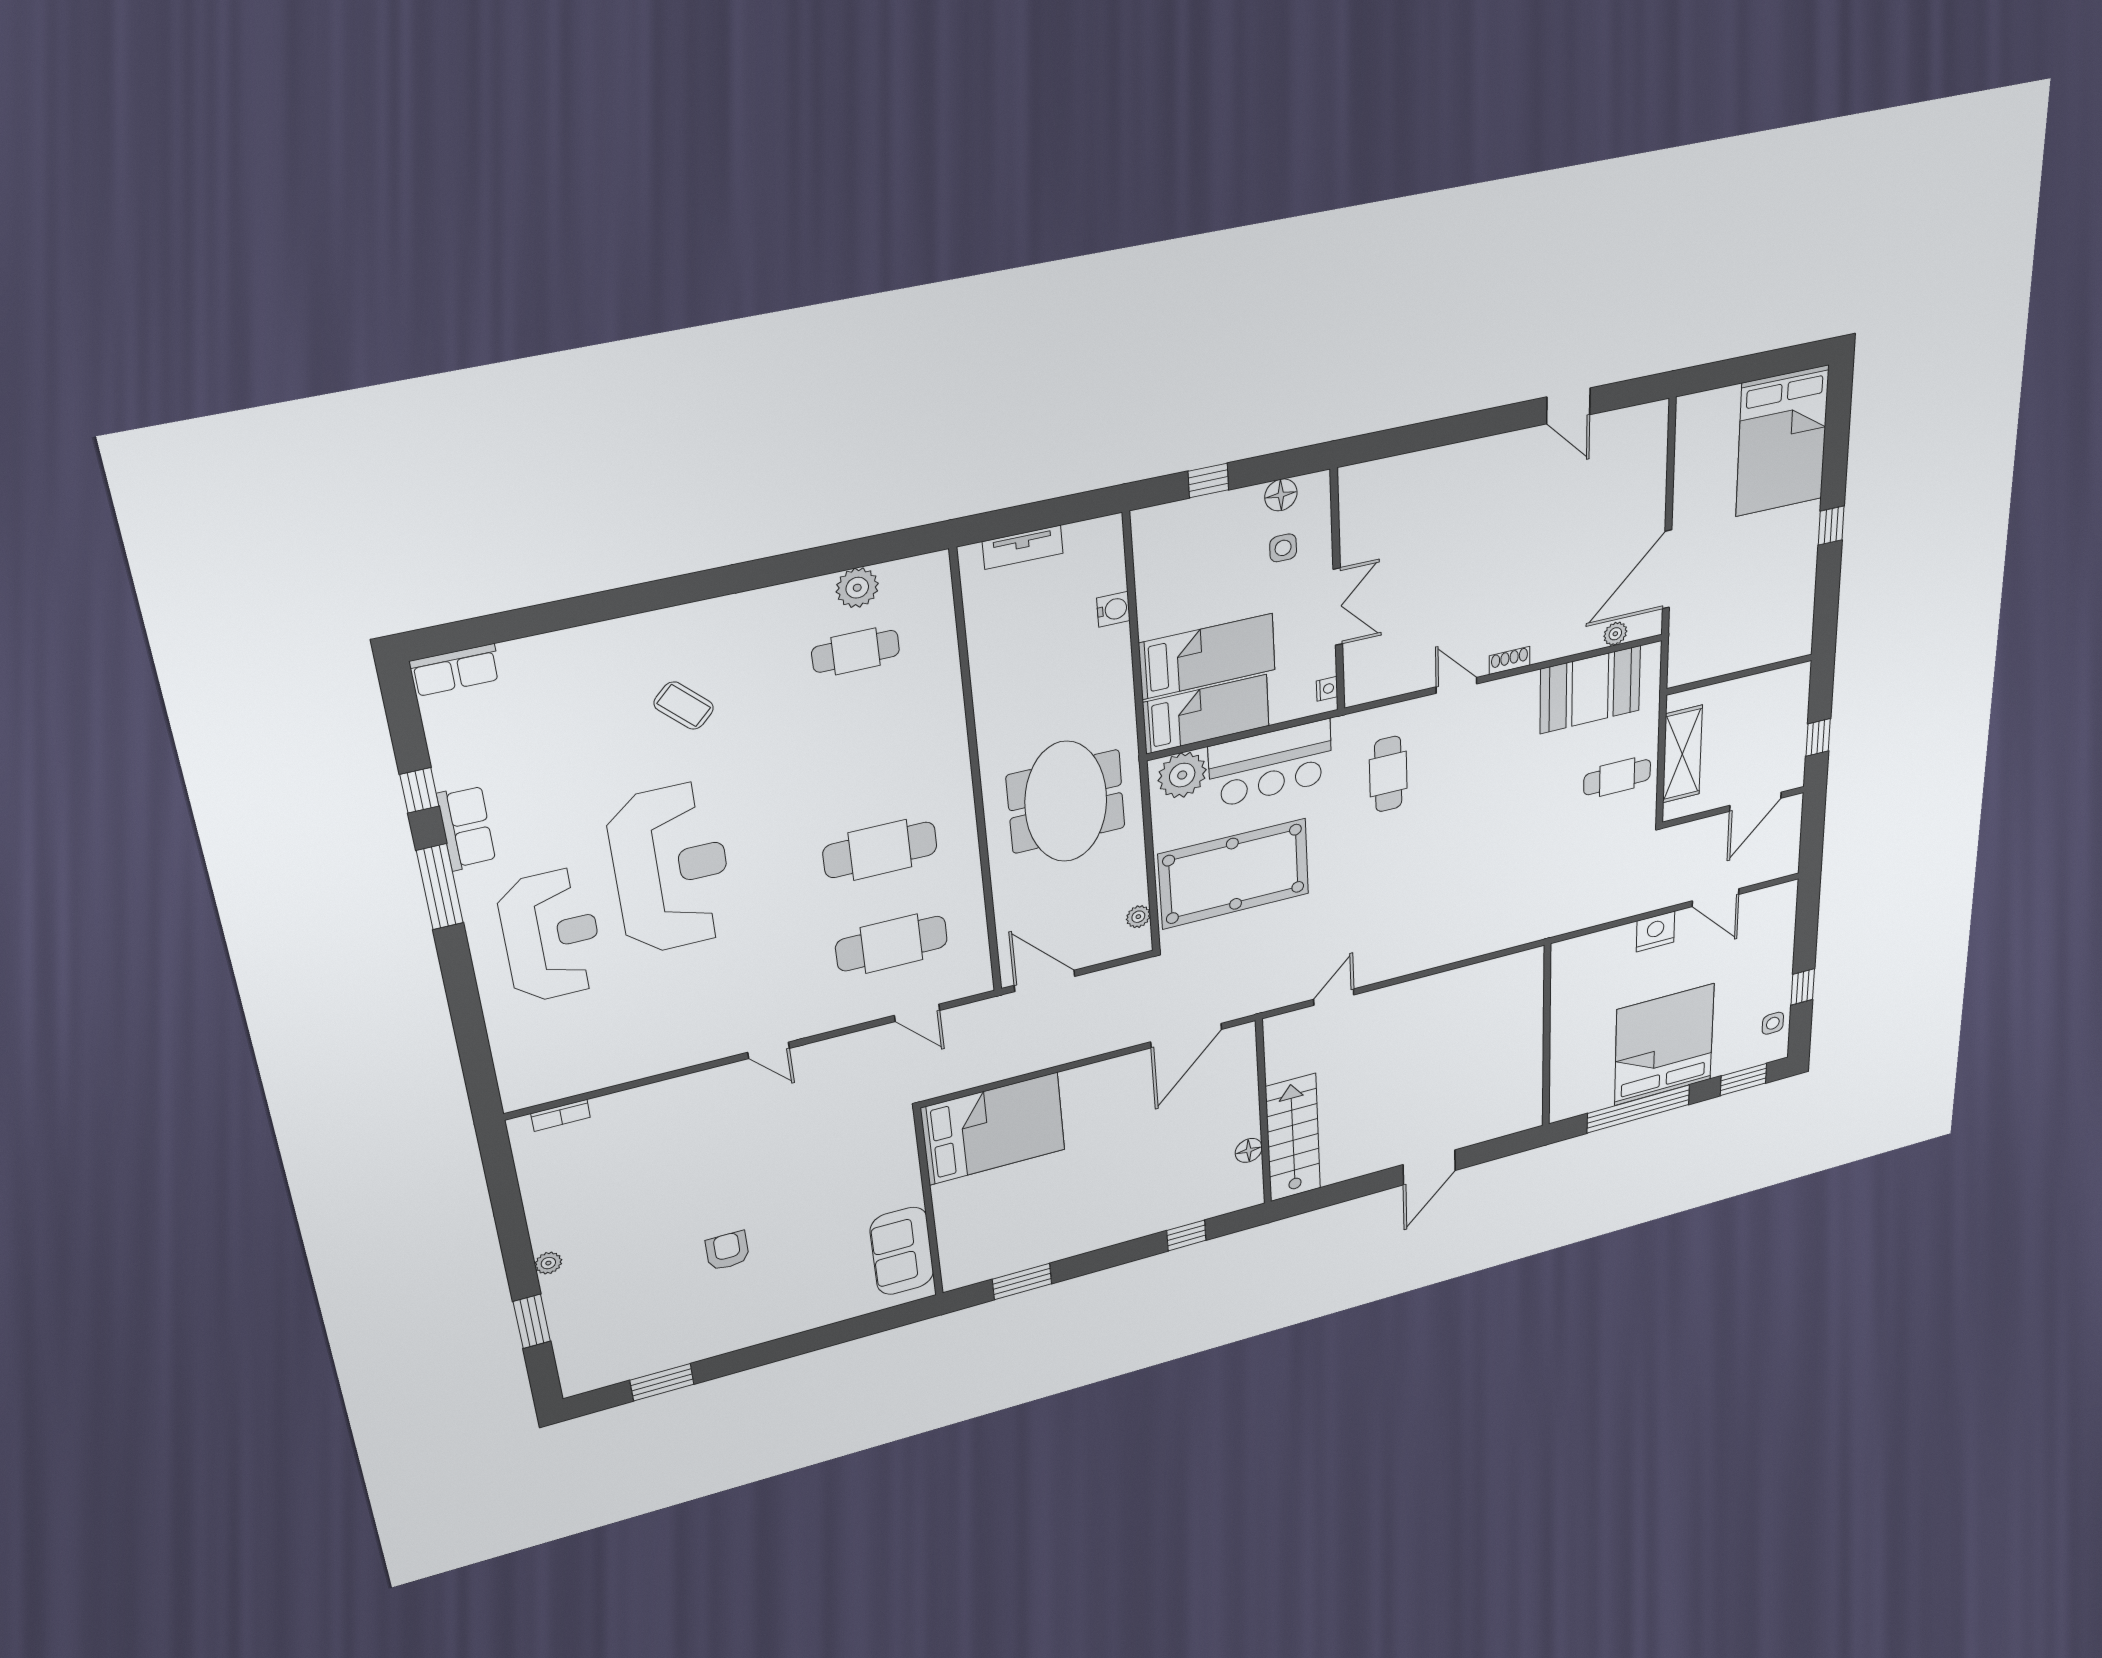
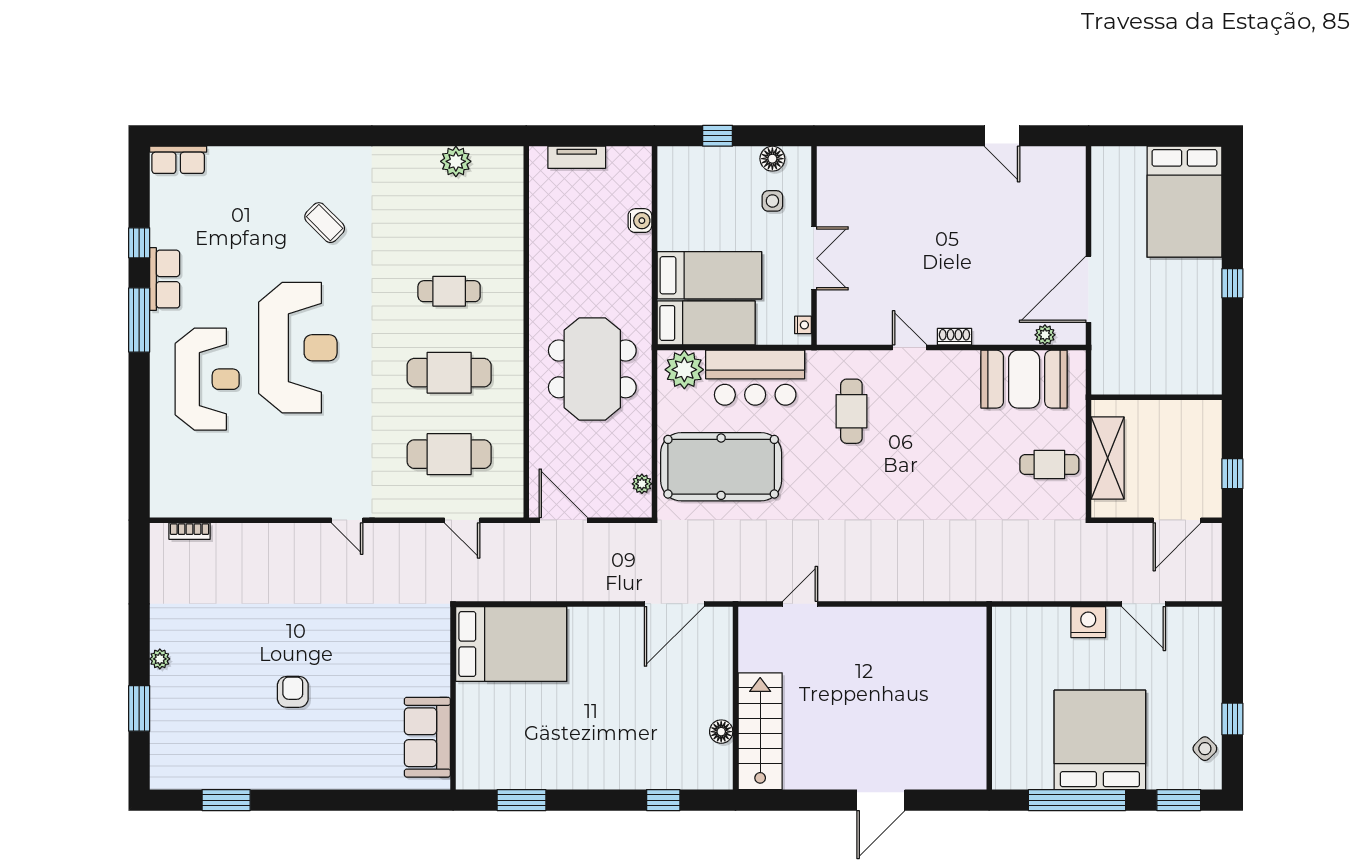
cafe table: (856, 651) -> (449, 291), moved
side table: (1773, 1023) -> (1205, 749), turned 45

